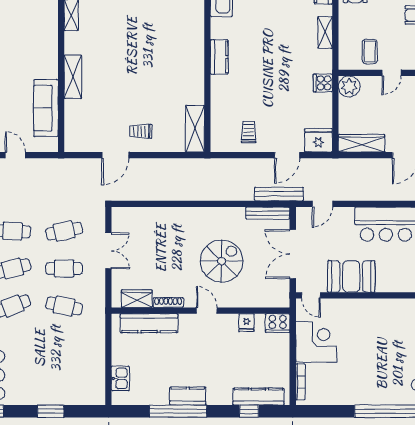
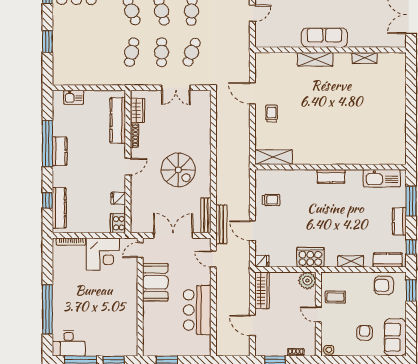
cooker: (323, 83) -> (310, 257), width x1.87, depth x1.31
sofa: (46, 108) -> (324, 38), moved
fridge: (318, 140) -> (262, 261), width x0.53, depth x0.75
cafe table: (64, 231) -> (192, 52), turned 33
spiral stairs: (222, 261) -> (178, 170), moved

